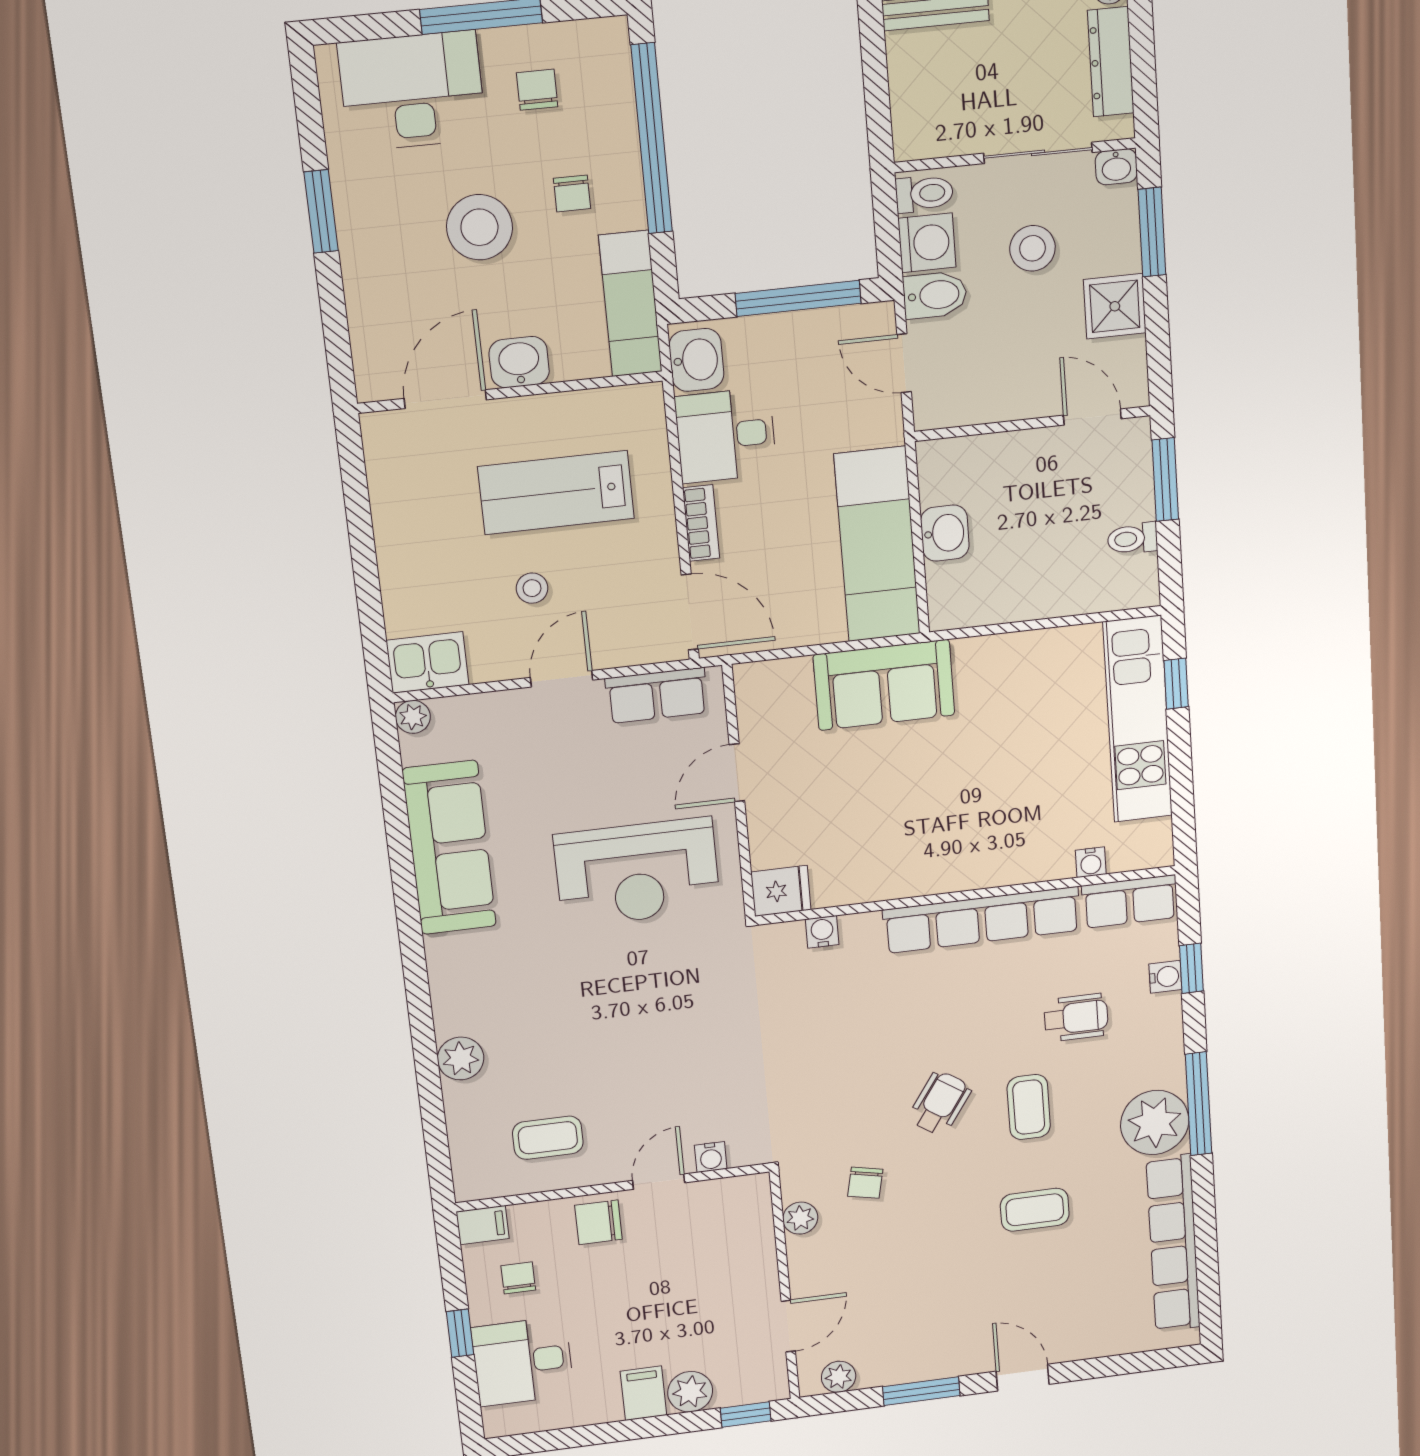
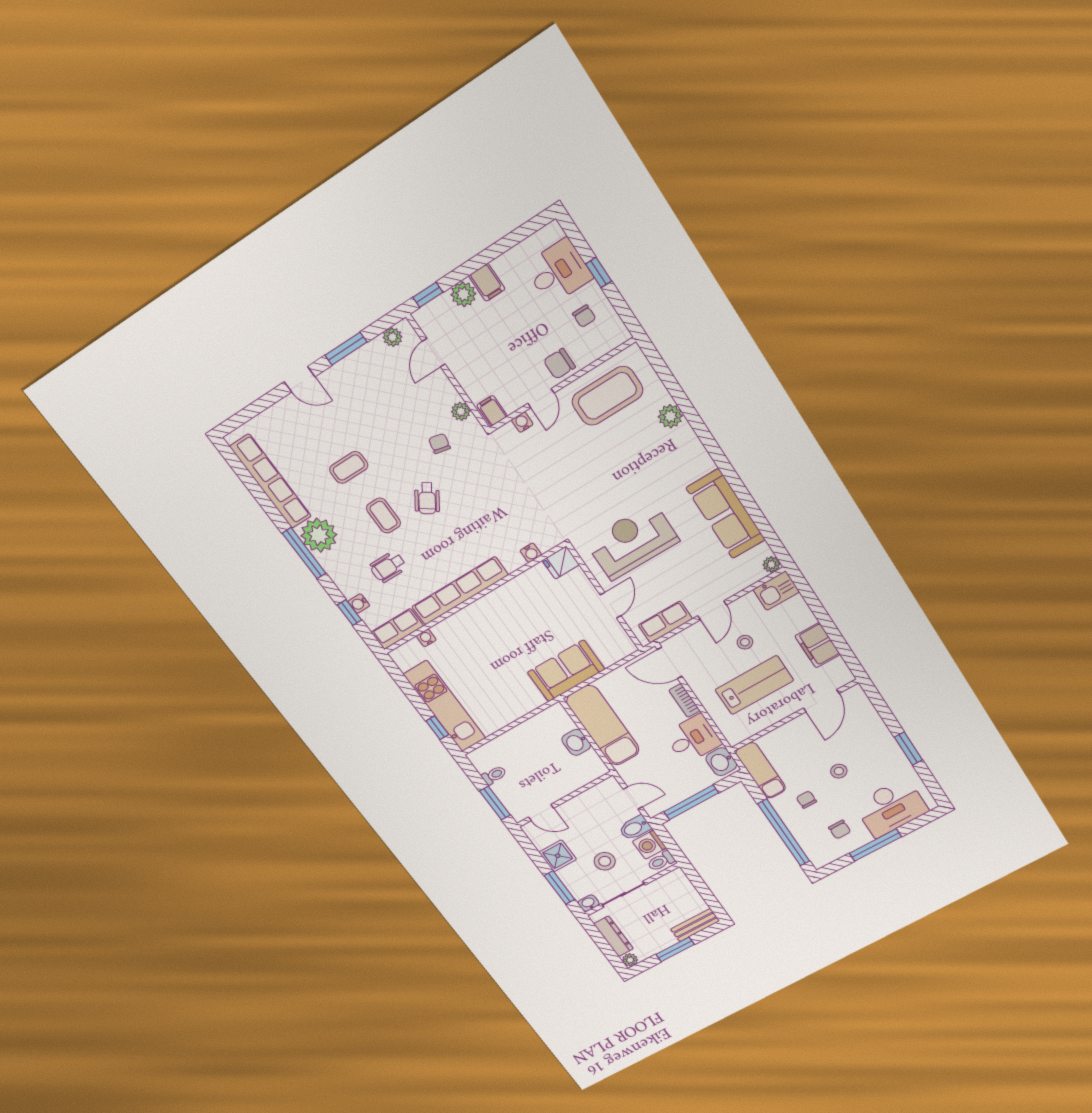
stool: (479, 227) -> (839, 771), width x0.53, depth x0.53
washbasin: (519, 362) -> (797, 728), removed
filing cabinet: (401, 519) -> (818, 645), added
coffee table: (548, 1138) -> (607, 396), width x1.86, depth x1.72
chair: (598, 1222) -> (559, 364), turned 180
filing cabinet: (483, 1225) -> (492, 411), moved, turned 90

